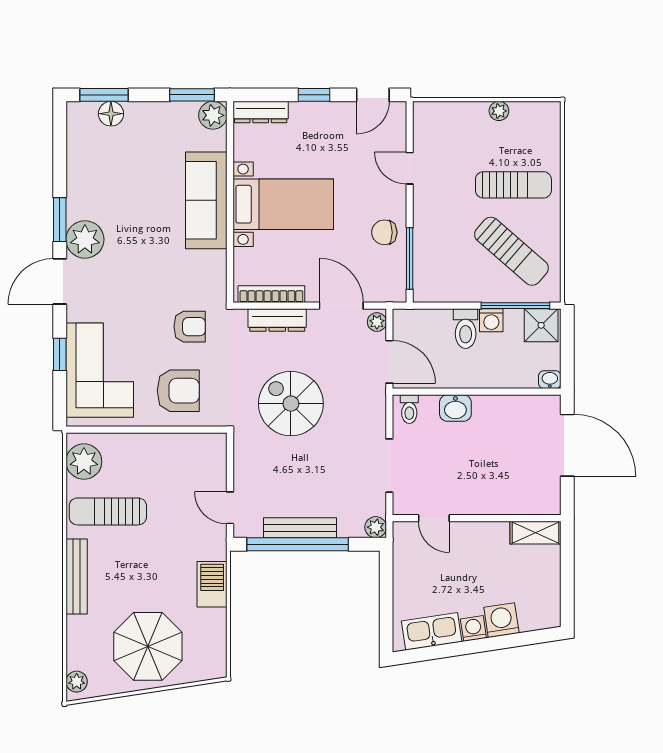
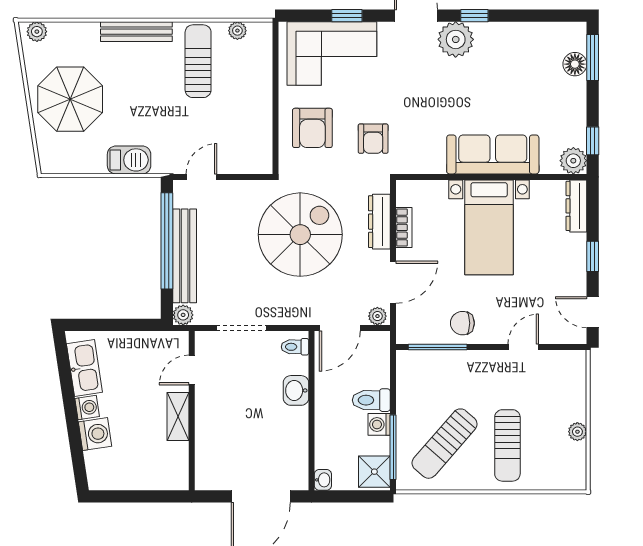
window: (192, 95) -> (593, 141), width x0.67
window: (60, 220) -> (474, 16), width x0.67
chair: (384, 232) -> (462, 323), turned -90
bookcase: (271, 294) -> (404, 227), width x0.64
spiral stairs: (291, 404) -> (300, 235), width x1.37, depth x1.37
plant: (84, 462) -> (237, 31), width x0.53, depth x0.53
bench: (300, 528) -> (185, 256), width x1.37, depth x1.21
shelving: (535, 533) -> (178, 416), moved

